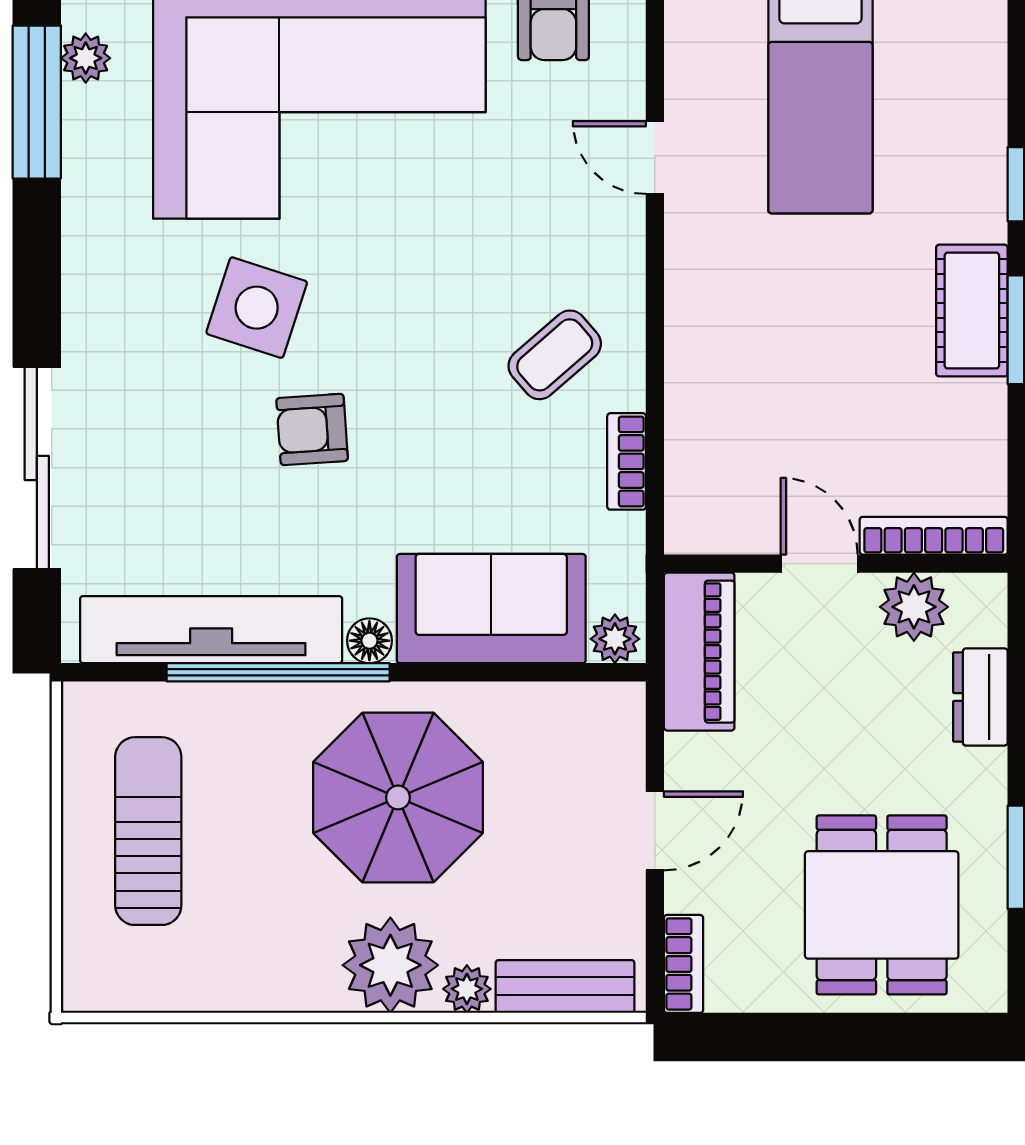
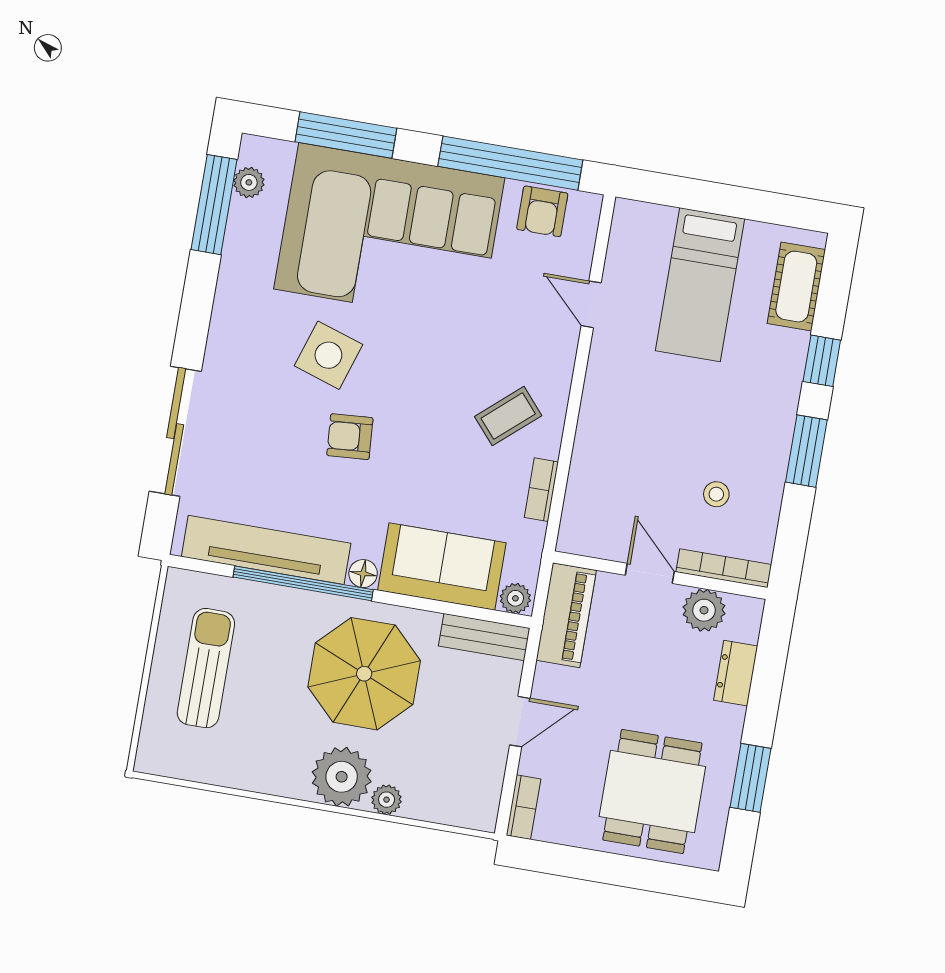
cot: (972, 311) -> (796, 287), moved
stool: (902, 422) -> (716, 494), added
bench: (565, 986) -> (484, 637), moved

